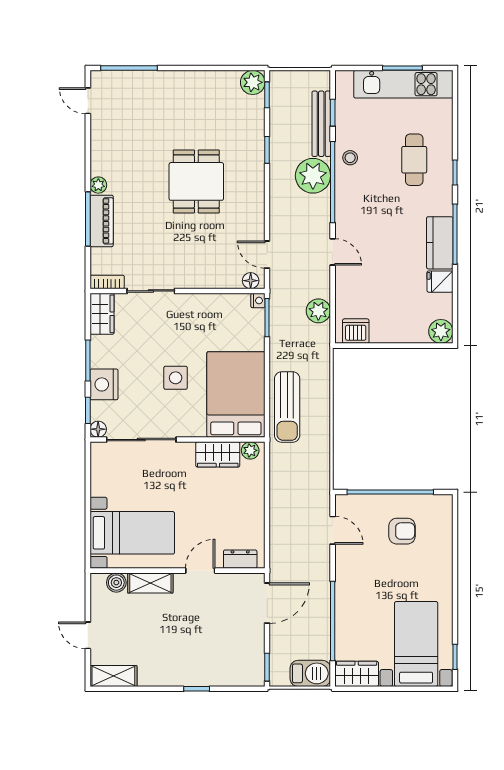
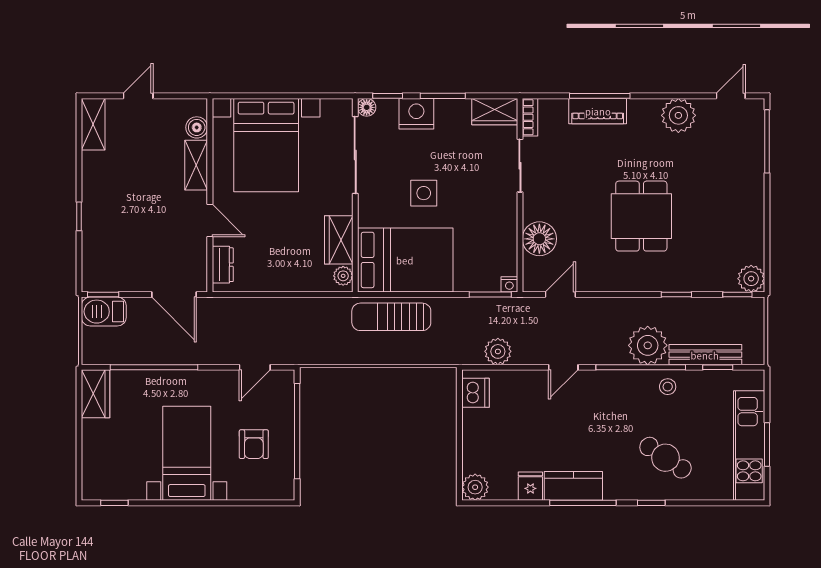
cafe table: (414, 160) -> (665, 458), turned 34
dining table: (196, 181) -> (641, 216), turned 90
plant: (98, 185) -> (678, 115), moved, width x1.88, depth x1.88
floor lamp: (251, 281) -> (539, 239), moved, width x1.89, depth x1.89
bed with nightstands: (132, 533) -> (266, 145), width x1.36
bed with nightstands: (416, 644) -> (187, 453), moved, turned -90
barbecue: (310, 673) -> (104, 312), moved, turned 90

